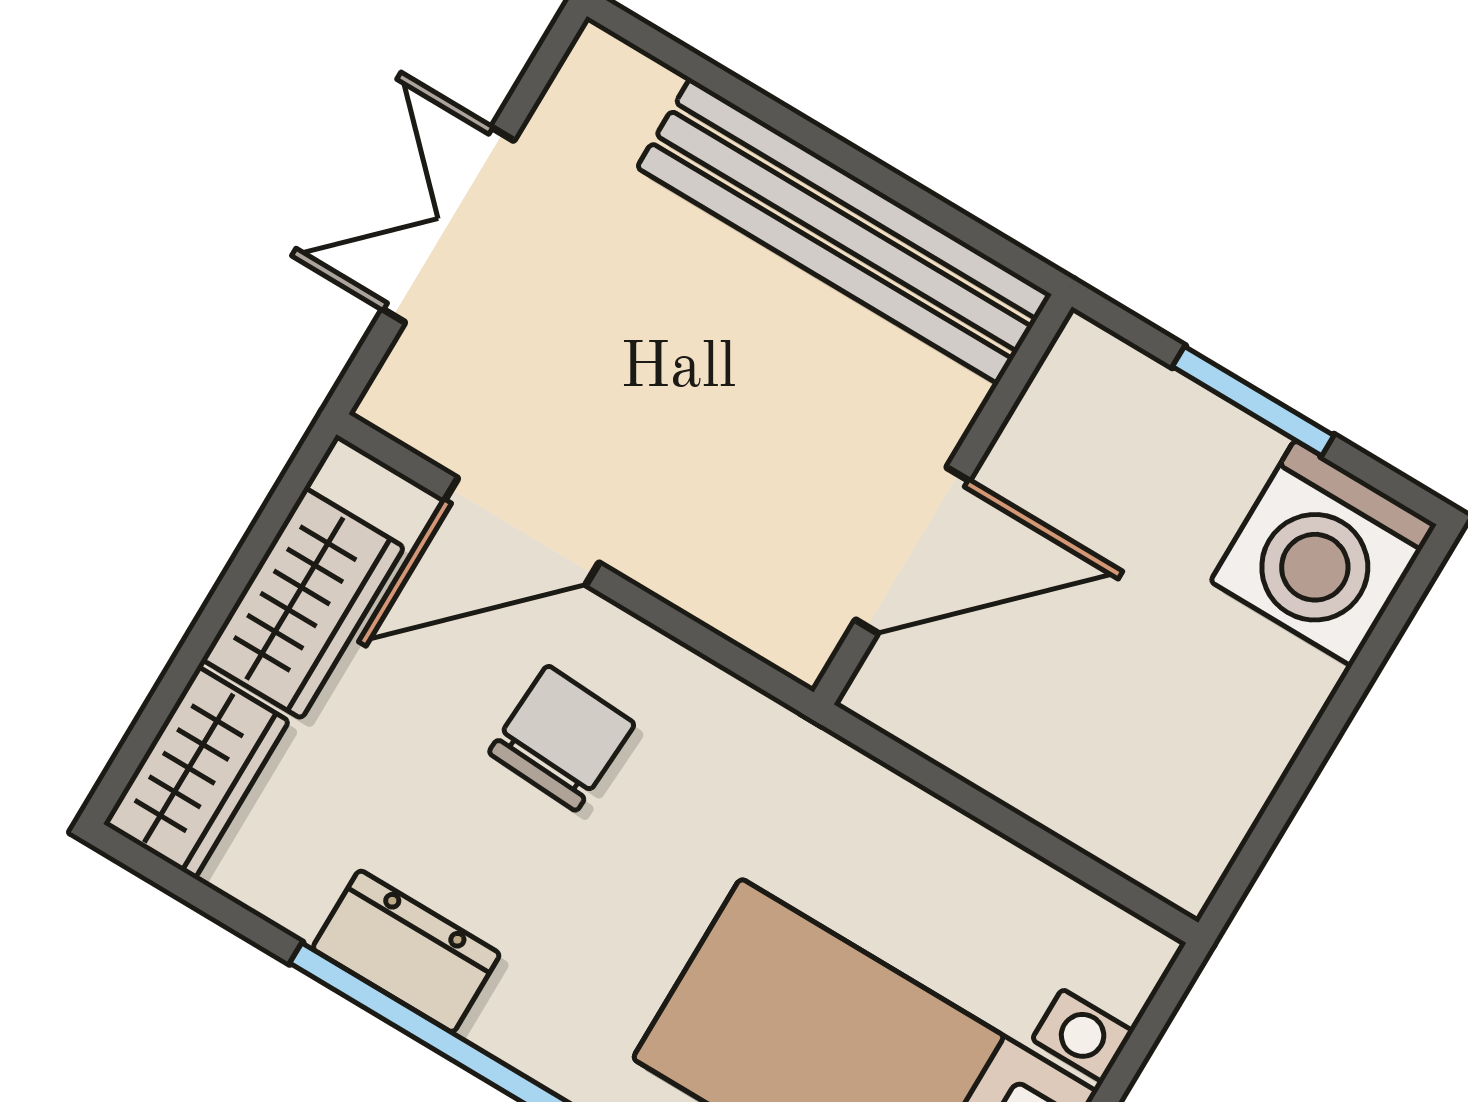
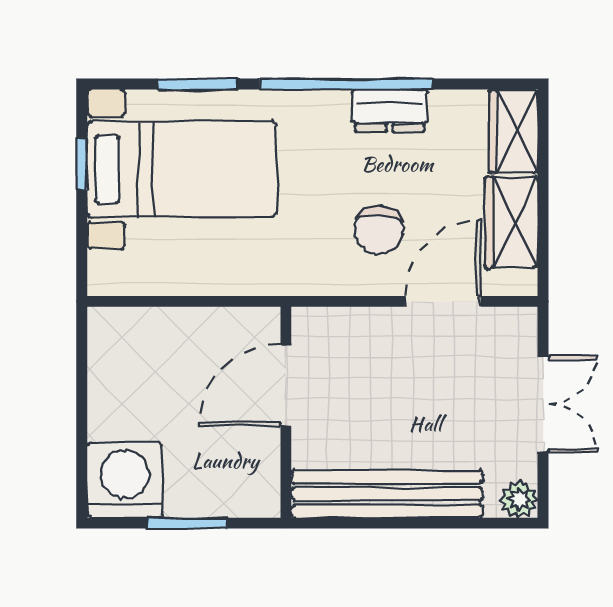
plant: (601, 72) -> (519, 499), added

